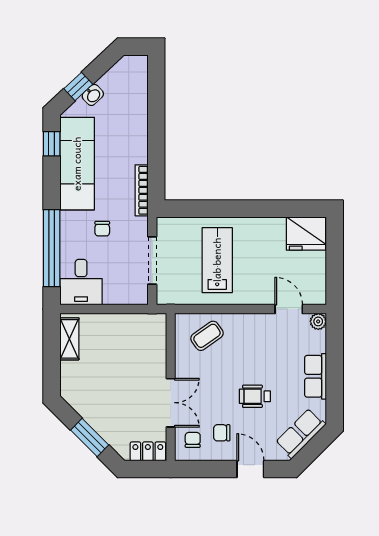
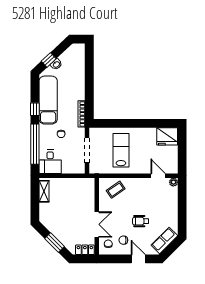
window: (52, 144) -> (35, 109), moved
row of seats: (316, 376) -> (172, 211), removed

